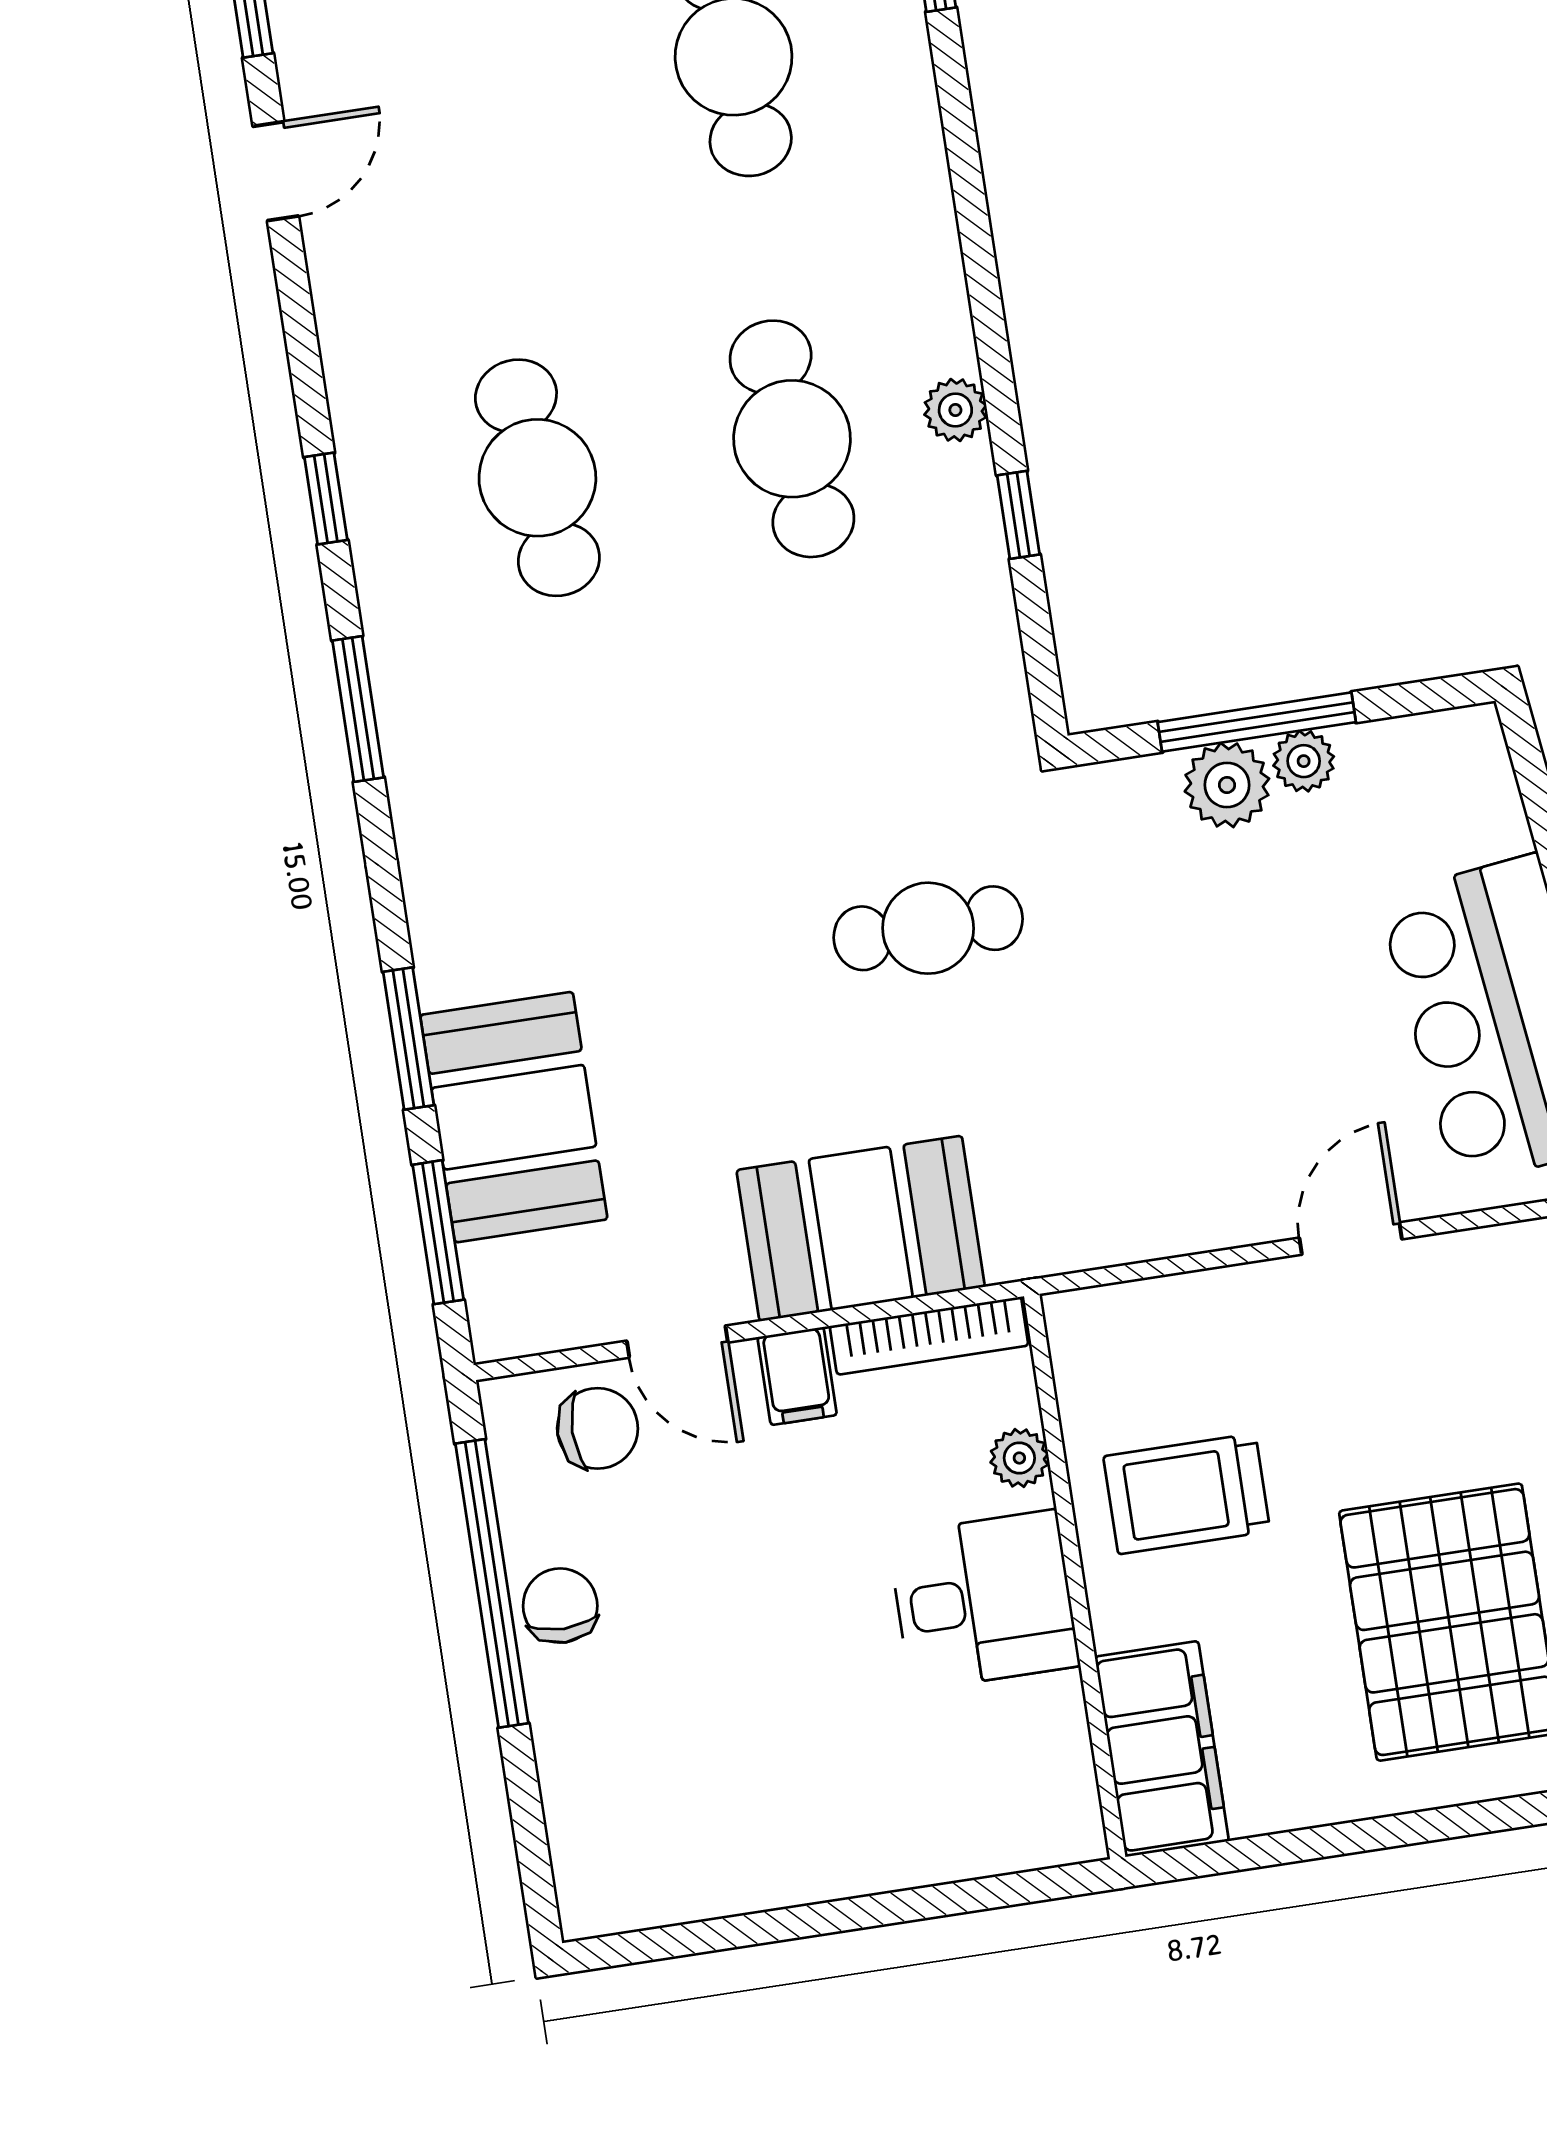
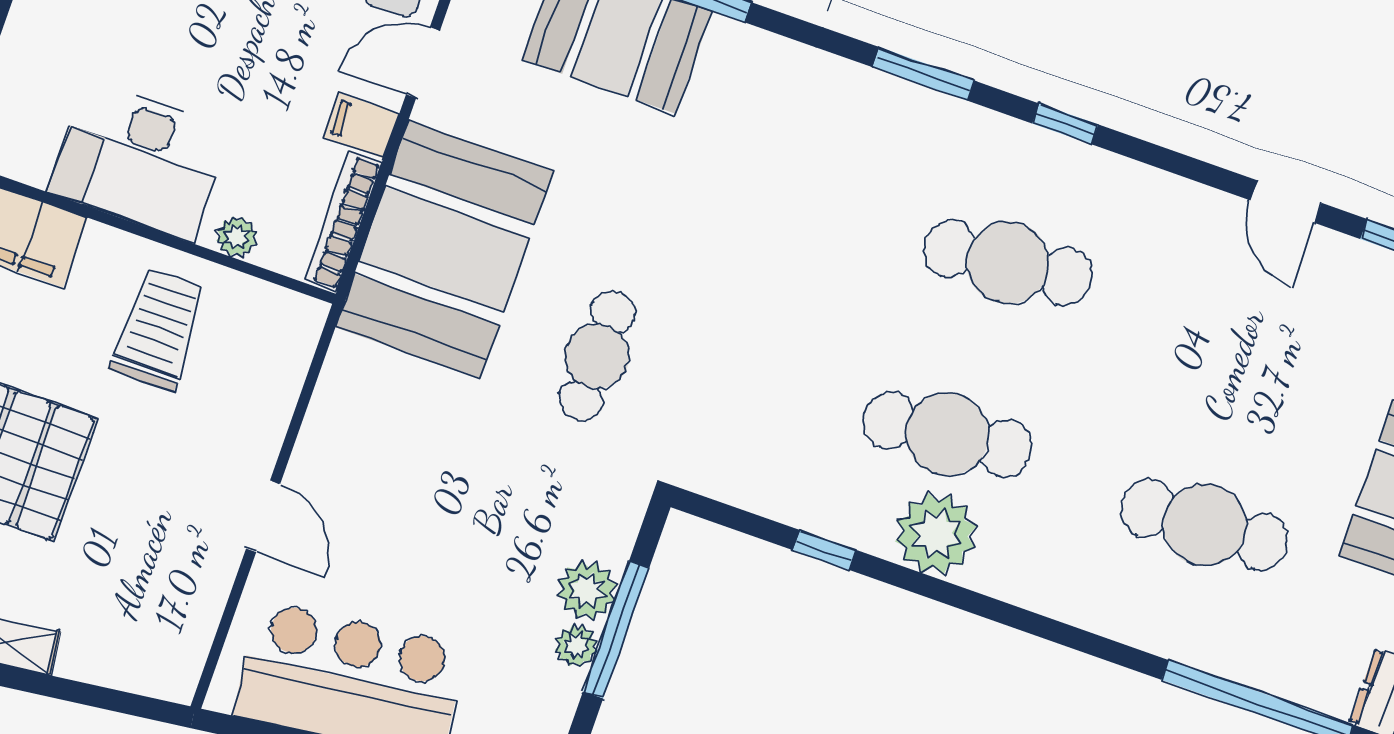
plant: (955, 410) -> (936, 534), width x1.88, depth x1.88
booth: (861, 1228) -> (444, 249), width x1.36, depth x1.42
desk: (984, 1600) -> (140, 160), width x1.37

